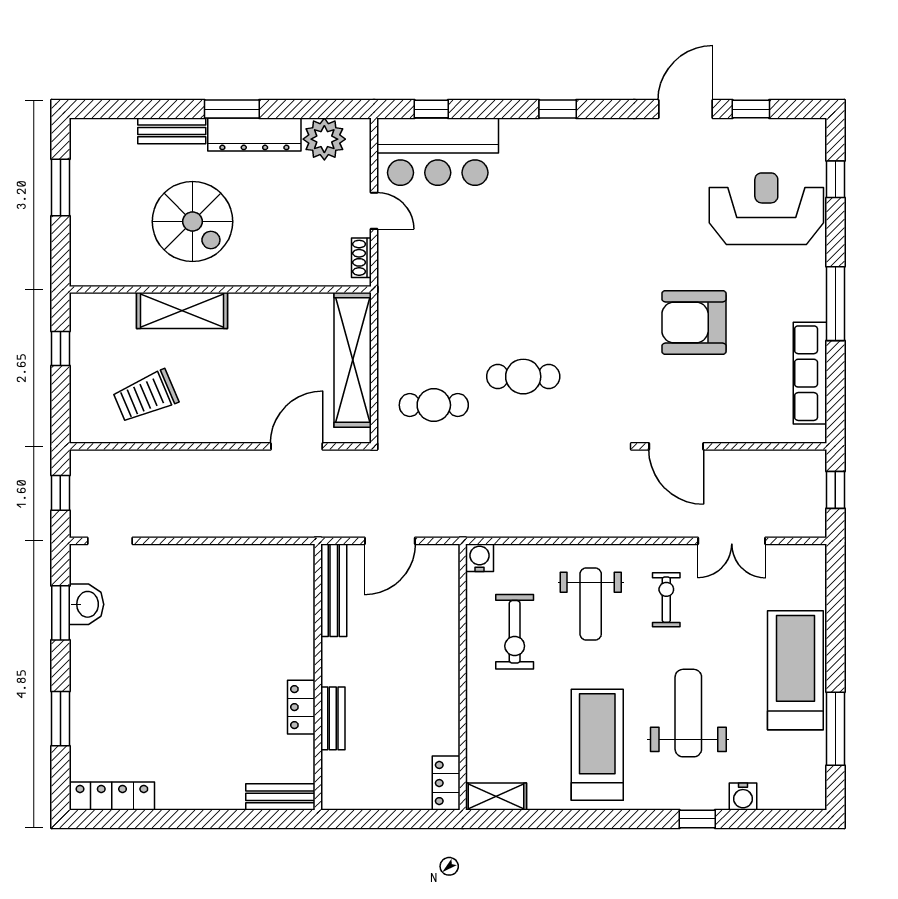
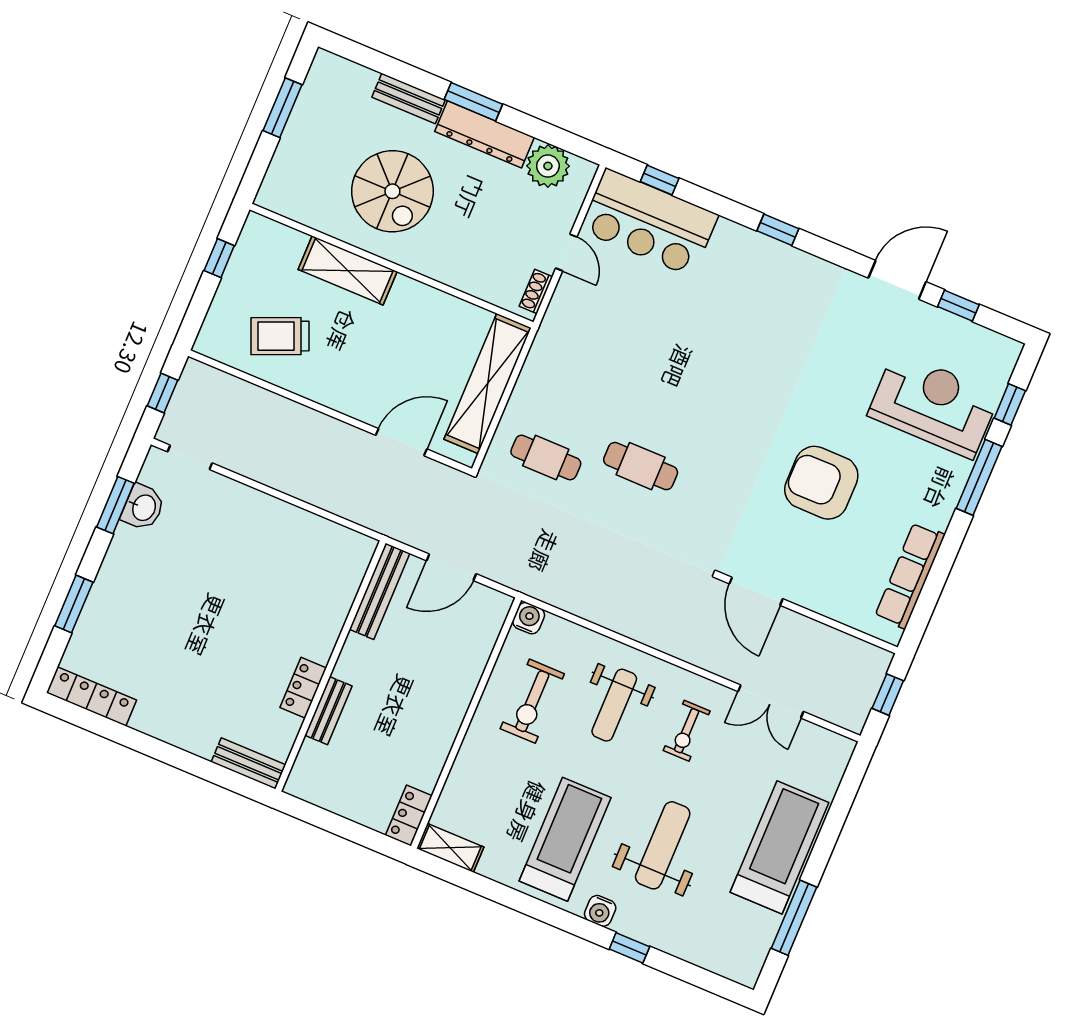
window: (835, 304) -> (979, 477), moved
exercise bike: (666, 600) -> (687, 731), turned 180
water cooler: (743, 797) -> (600, 911), moved

